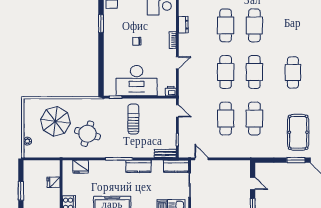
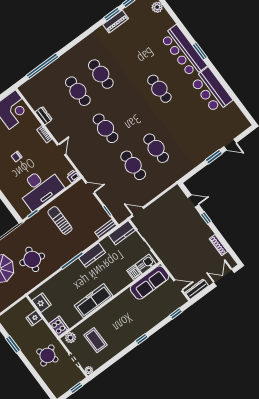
cafe table: (254, 72) -> (128, 111), removed
pool table: (298, 132) -> (199, 133), removed
fridge: (81, 167) -> (42, 303), moved, turned -90

